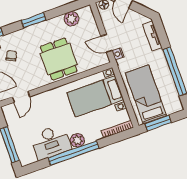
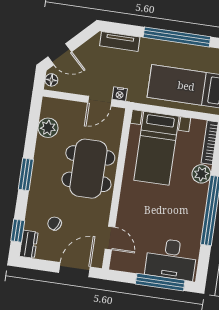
dining table: (59, 59) -> (88, 169), width x1.38
plant: (77, 140) -> (201, 174), moved
desk: (51, 142) -> (171, 259), moved, turned 90

